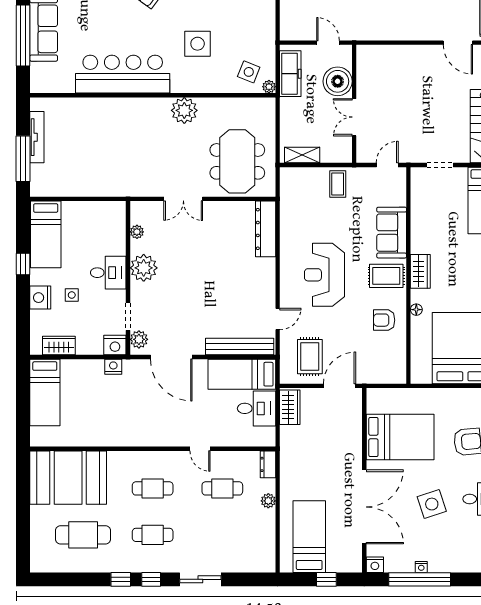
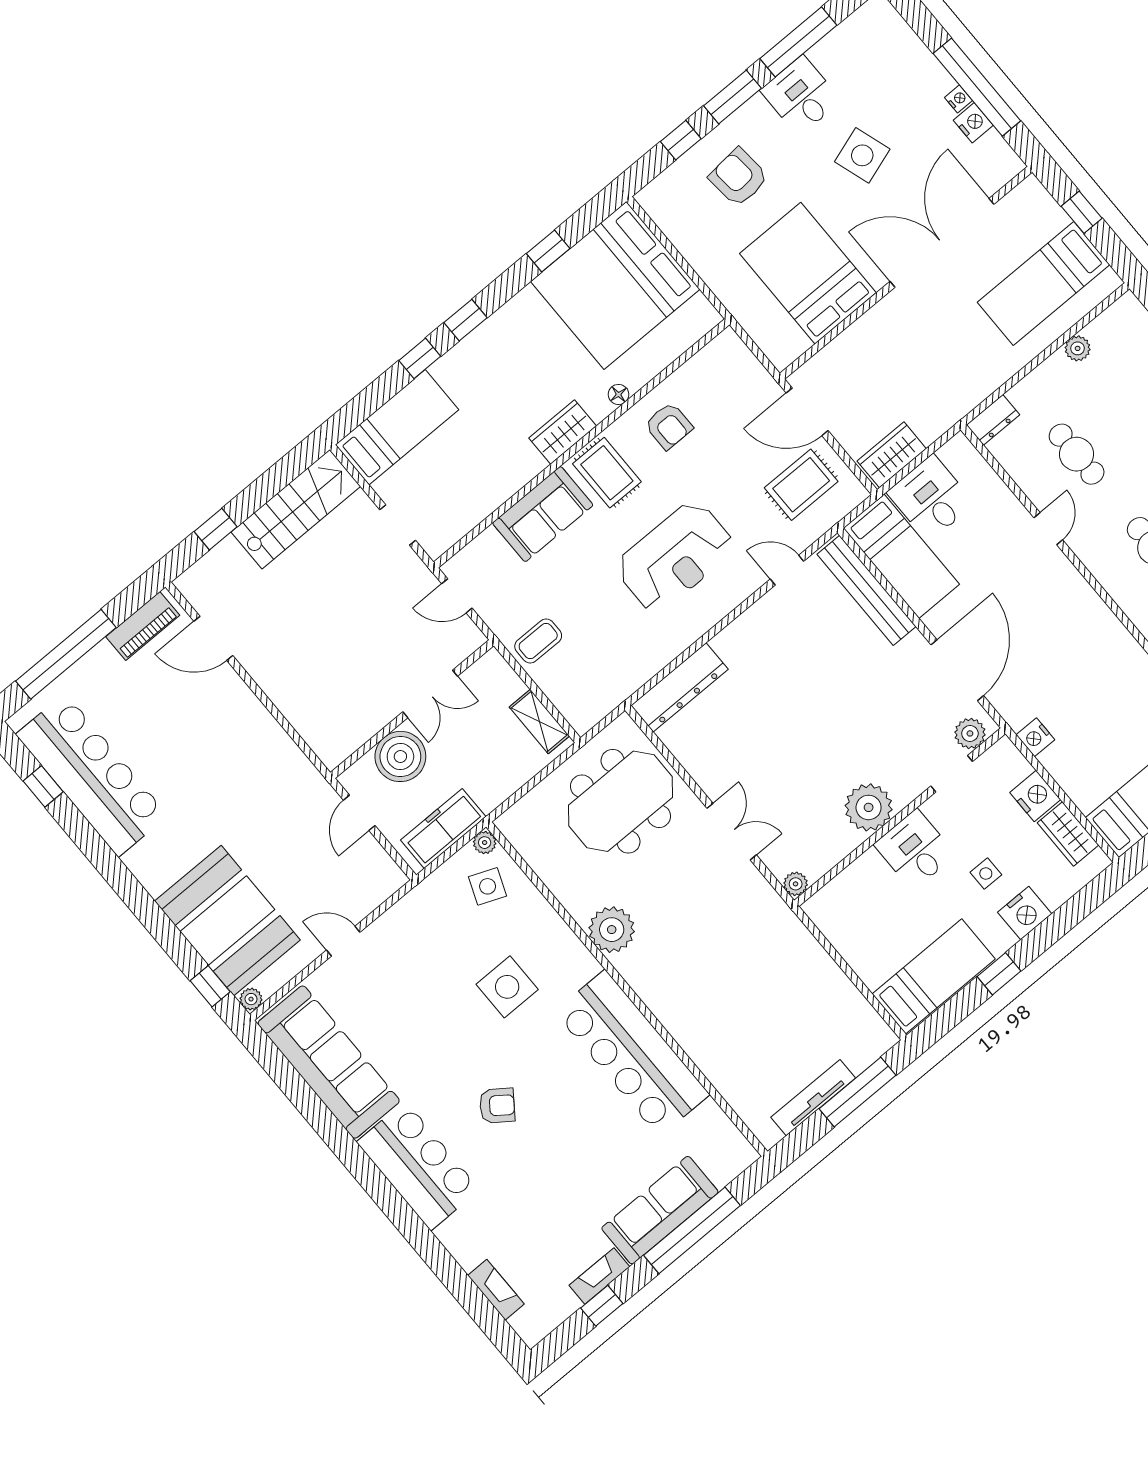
door: (458, 43) -> (213, 638), swing flipped
plant: (137, 232) -> (796, 884), moved
nightstand: (115, 345) -> (1035, 796), moved
plant: (268, 501) -> (1078, 348), moved
nightstand: (375, 565) -> (973, 123), moved

